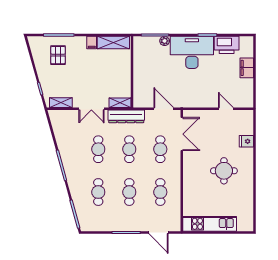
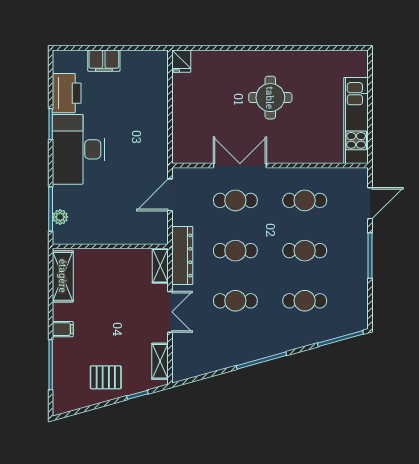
plant: (165, 41) -> (60, 217), moved
filing cabinet: (92, 42) -> (63, 329), moved
pallet: (58, 55) -> (106, 377), moved
door: (226, 109) -> (170, 94), removed
double door: (182, 134) -> (240, 166), moved
fridge: (246, 141) -> (181, 61), moved

